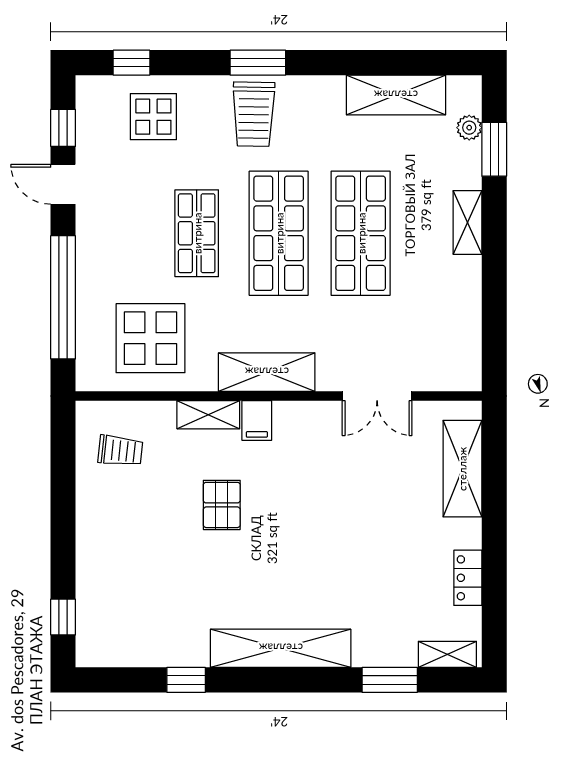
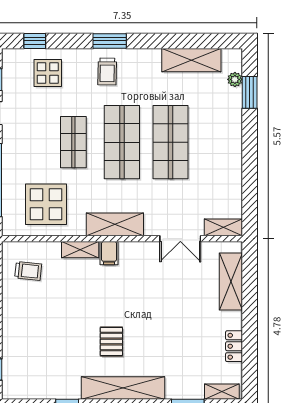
trolley: (254, 114) -> (107, 71), width x0.73, depth x0.72
shelving: (467, 222) -> (223, 227), moved, turned 90
pallet: (222, 505) -> (111, 341), moved

